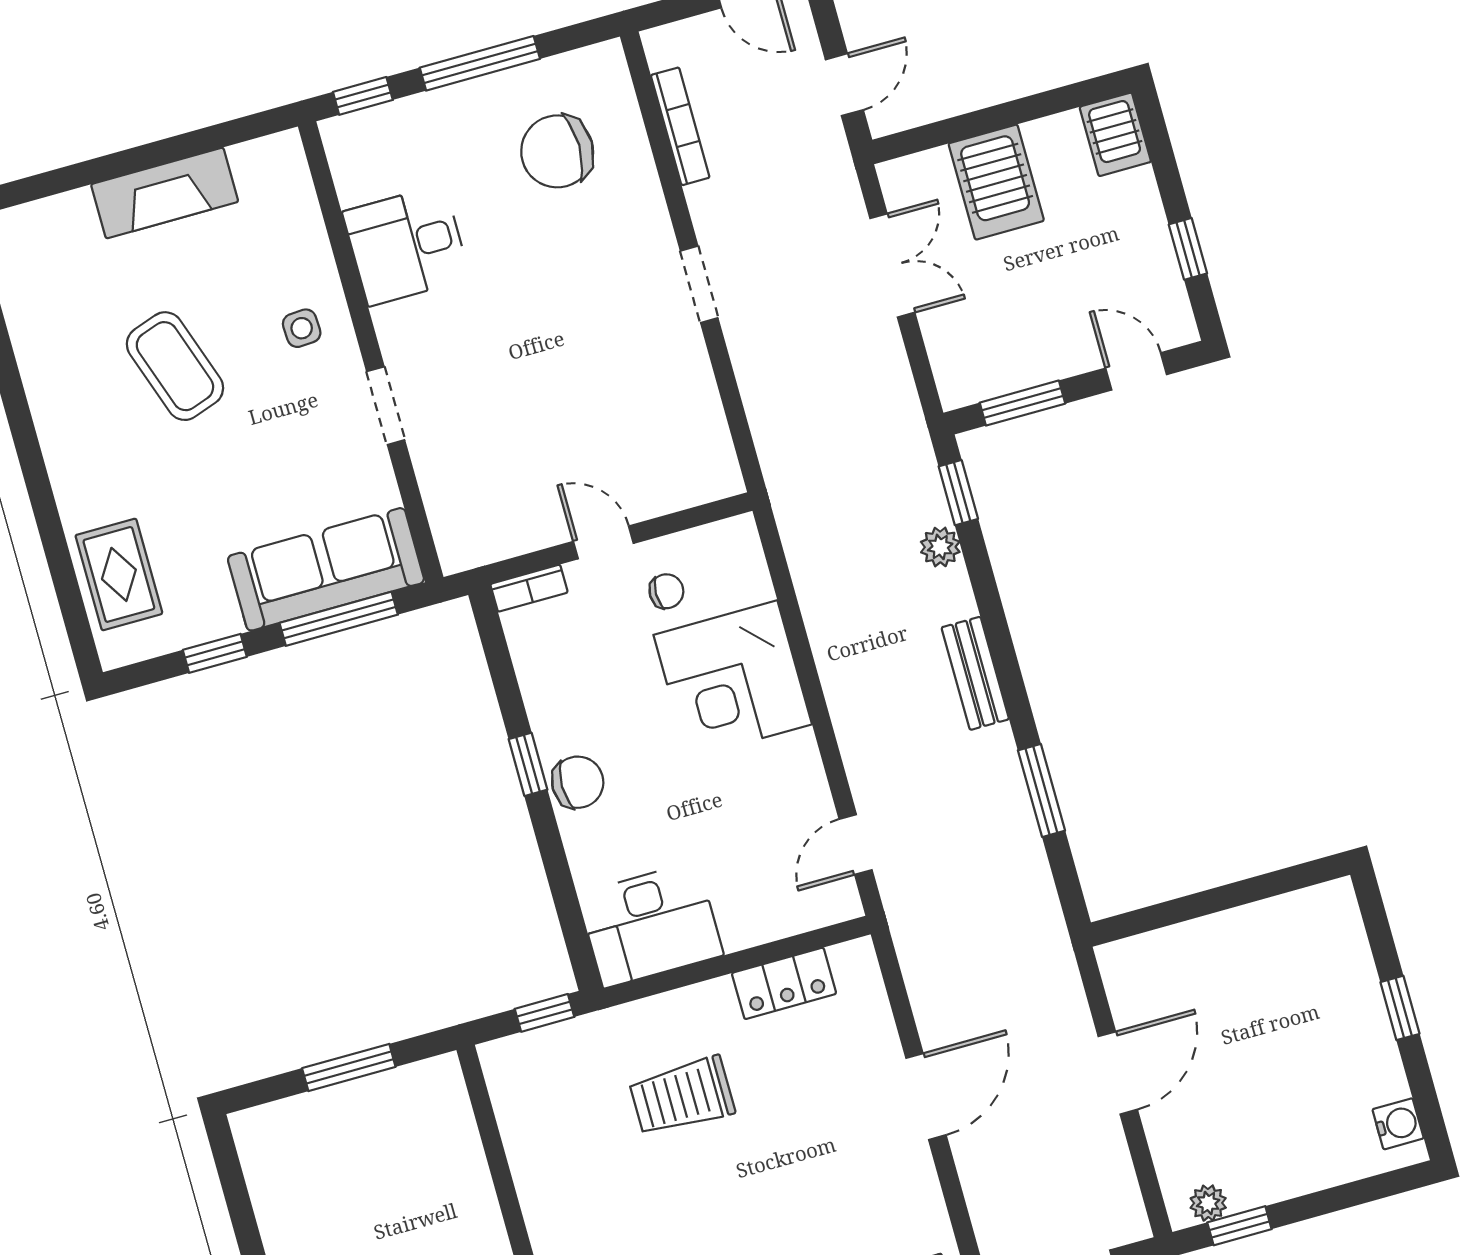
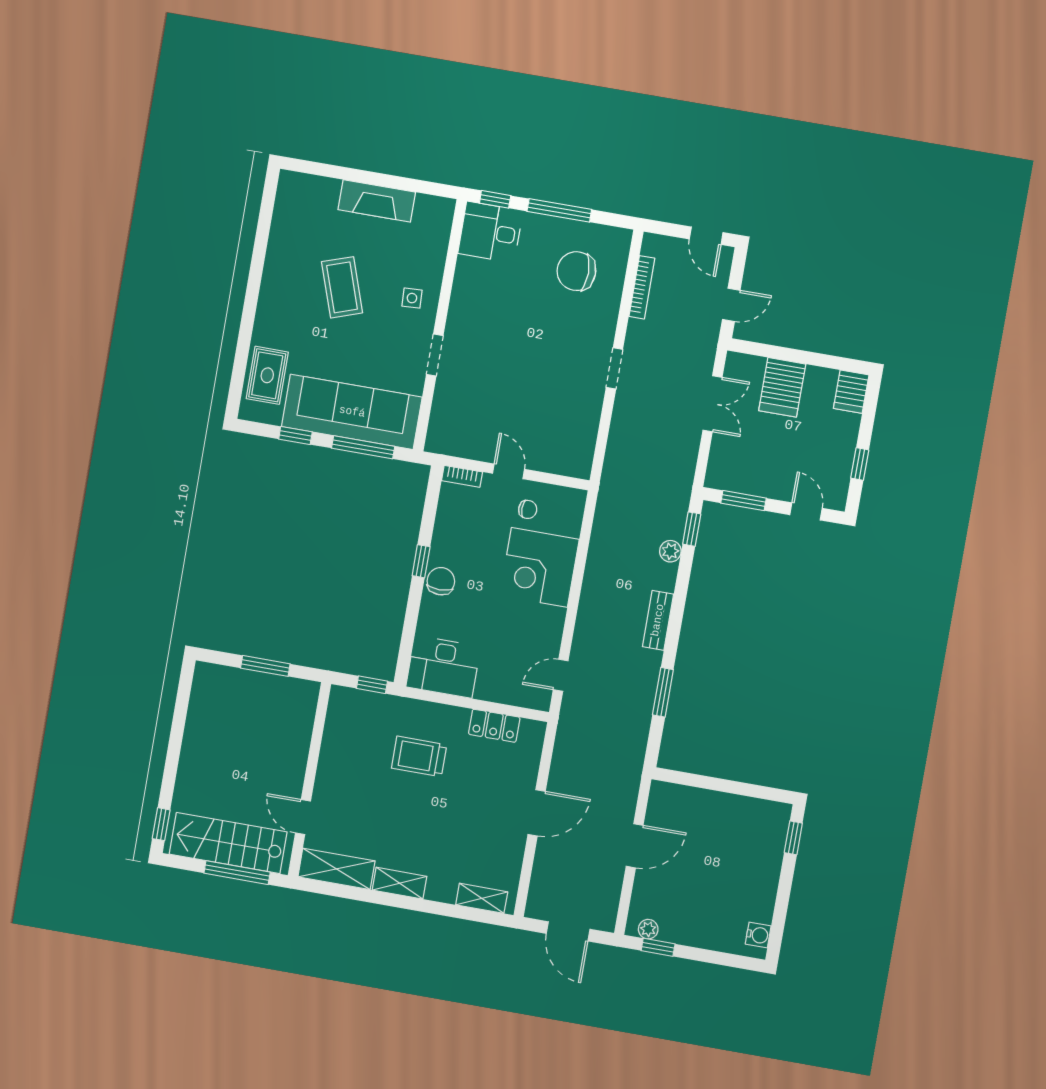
desk: (406, 245) -> (490, 232), moved
sofa: (326, 569) -> (352, 412), width x1.36, depth x1.27
chair: (578, 782) -> (441, 581), turned -90
window: (1400, 1008) -> (793, 838), moved

